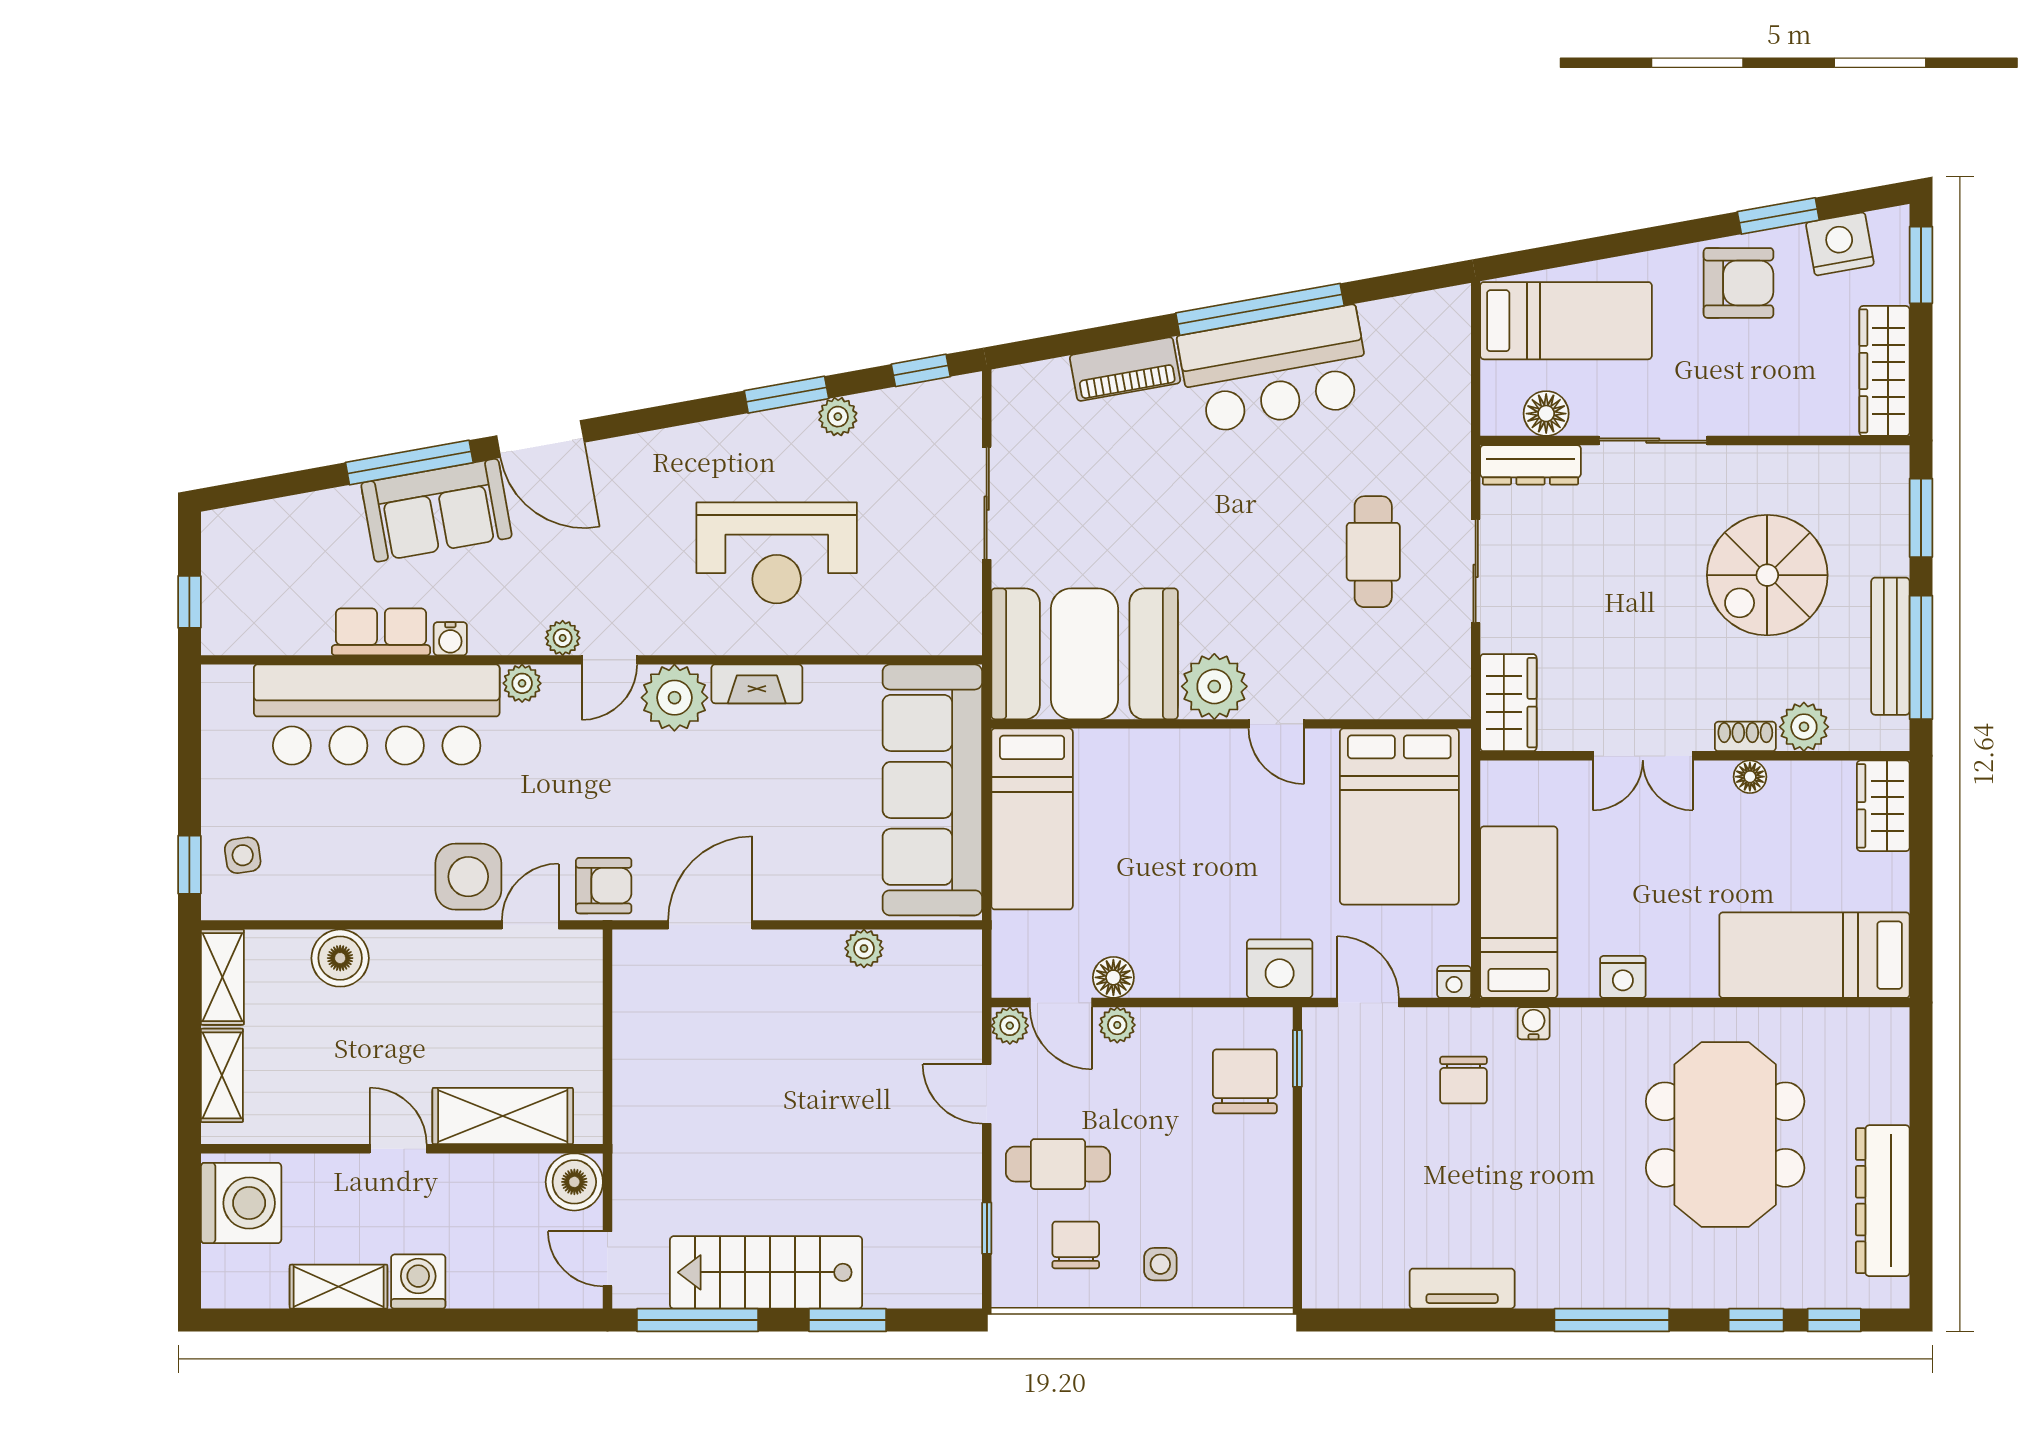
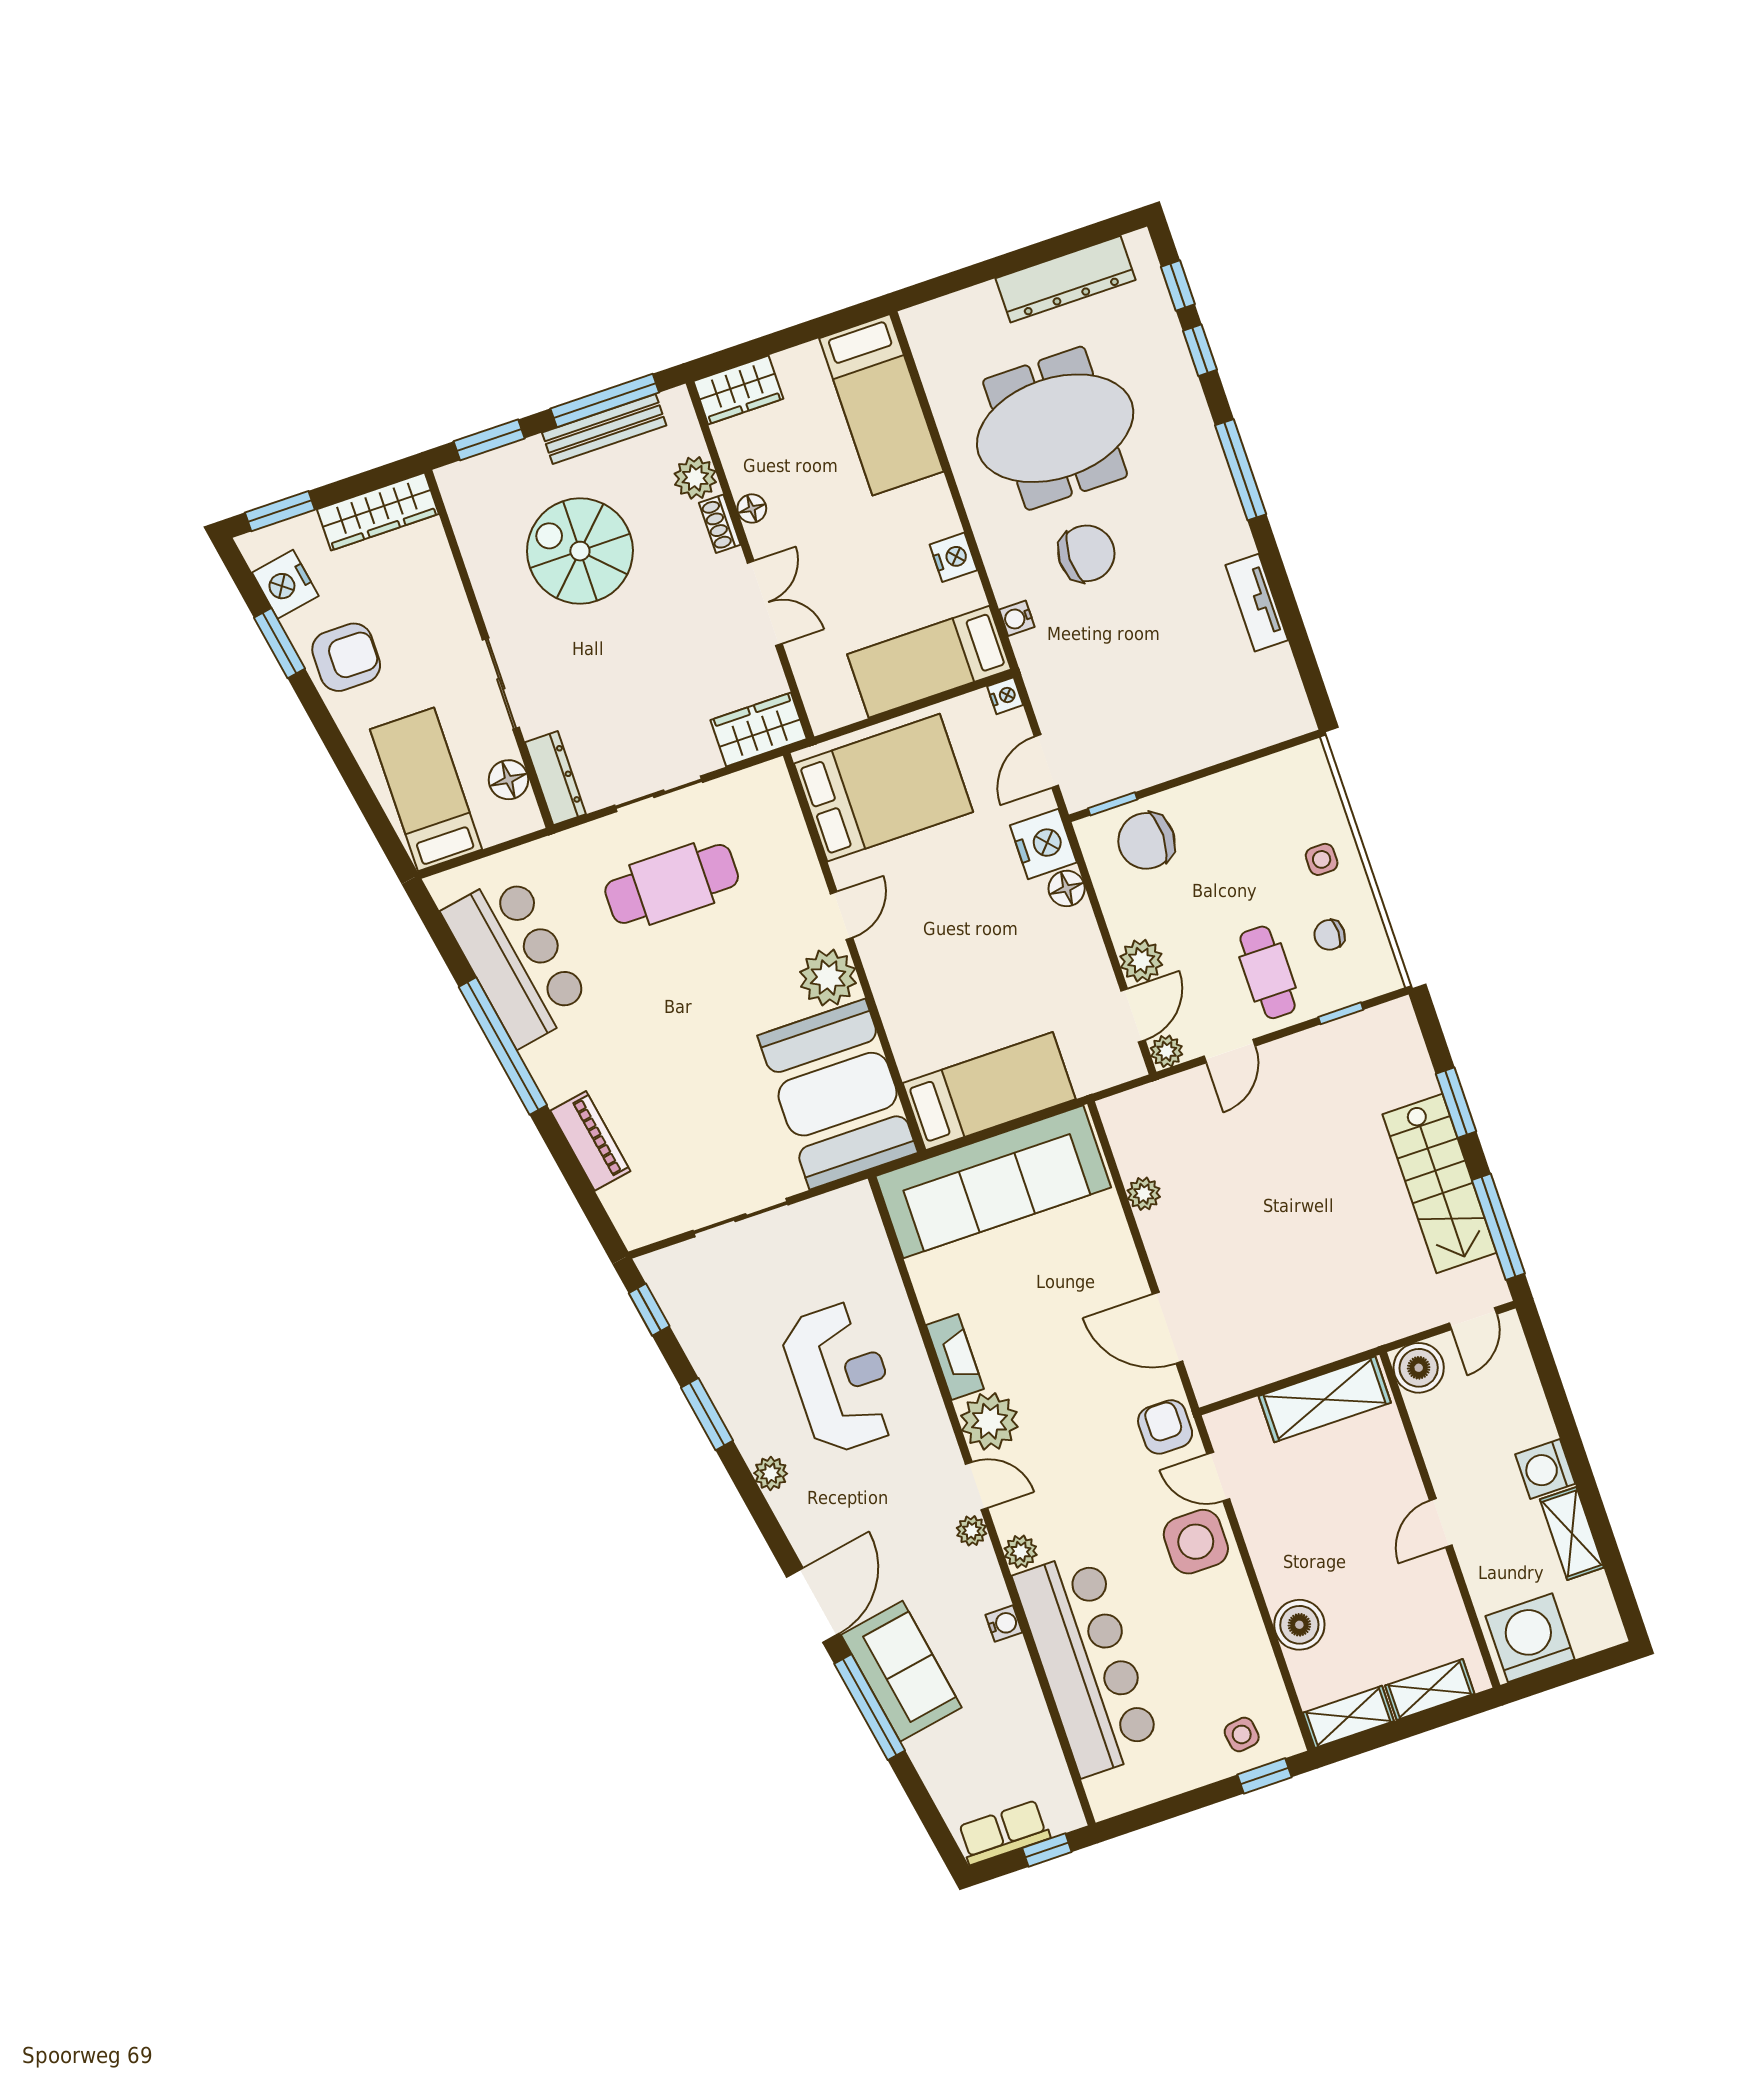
armchair: (1738, 283) -> (346, 657), turned 90
bar counter: (1275, 370) -> (517, 959), moved
plant: (838, 417) -> (771, 1473), moved
cafe table: (1373, 552) -> (672, 884), width x1.37, depth x1.35
spiral stairs: (1767, 575) -> (580, 551), turned 180
row of seats: (381, 632) -> (1004, 1832), moved, turned 90
floor lamp: (1113, 977) -> (1067, 888), moved
plant: (1117, 1025) -> (1141, 961), width x1.38, depth x1.38
chair: (1464, 1080) -> (1086, 553), moved, width x1.37, depth x1.37
shelving: (503, 1116) -> (1325, 1399), moved, turned 90
chair: (1076, 1245) -> (1329, 935), width x0.73, depth x0.73

